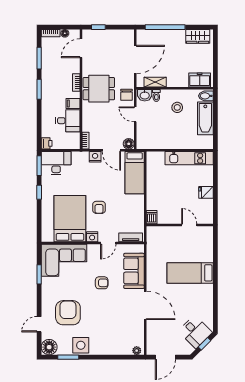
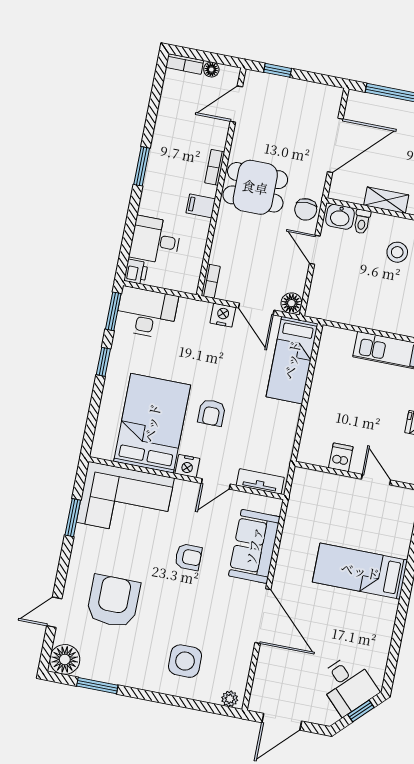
window: (39, 58) -> (153, 107), removed
shelving: (155, 82) -> (386, 200), moved
desk: (68, 121) -> (155, 240), moved, turned 180
dishwasher: (152, 217) -> (341, 457), moved
side table: (81, 345) -> (185, 661), moved

